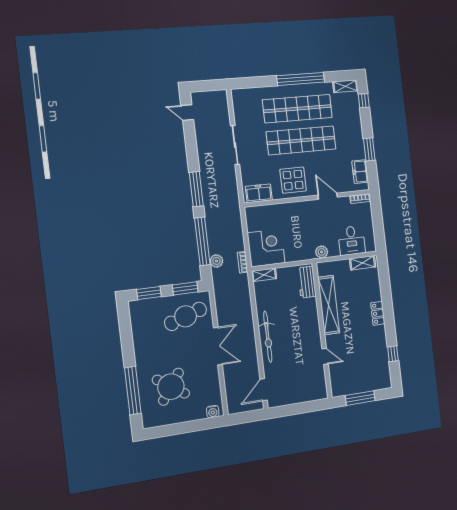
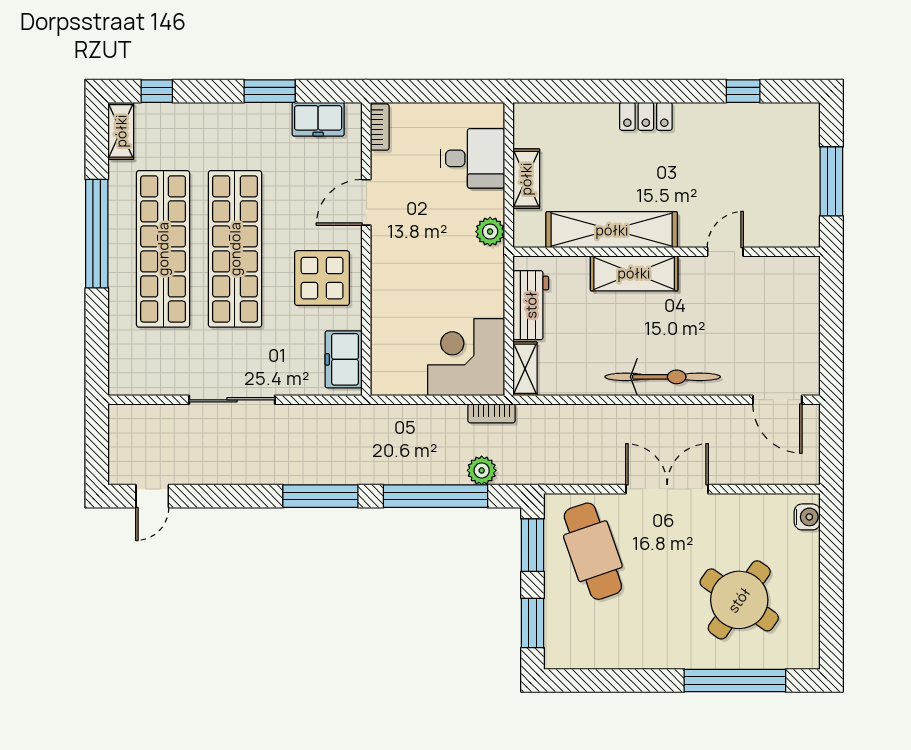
shelving: (363, 263) -> (526, 179), moved
workbench: (307, 282) -> (531, 305), moved, turned -90
shelving: (311, 318) -> (634, 273), added

